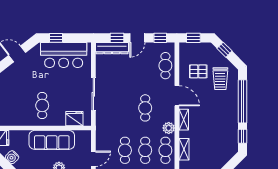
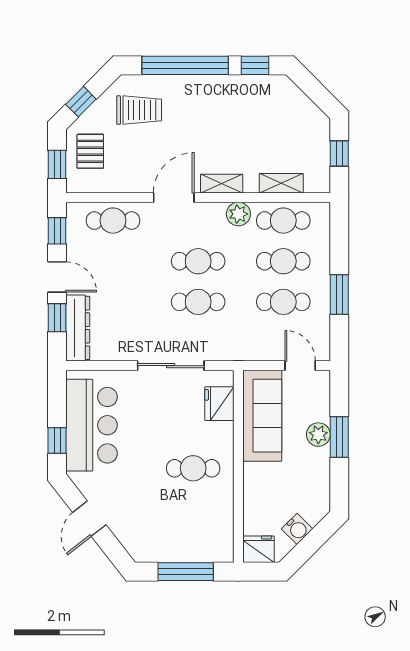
pallet: (198, 71) -> (90, 151), moved
cafe table: (125, 108) -> (198, 302), added
sofa: (52, 140) -> (262, 416), moved

